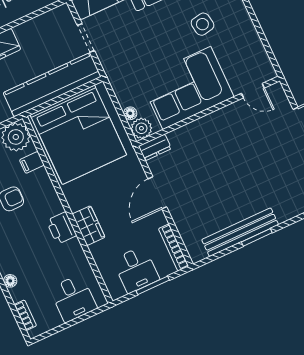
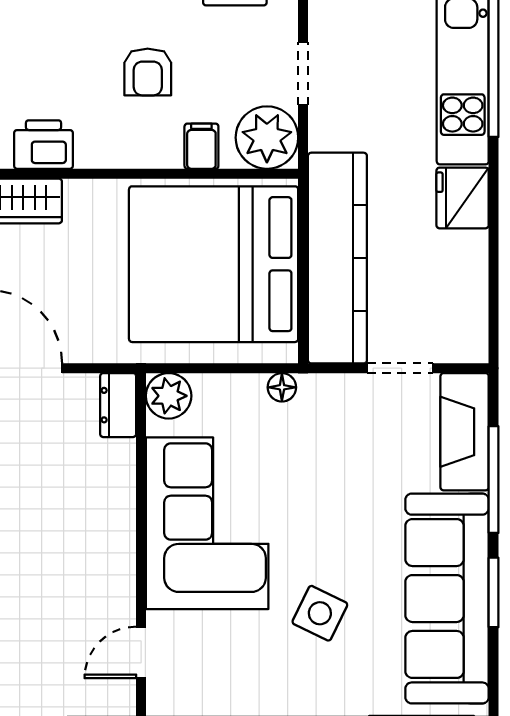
side table: (202, 24) -> (320, 613), turned 36
floor lamp: (130, 113) -> (282, 387), moved

